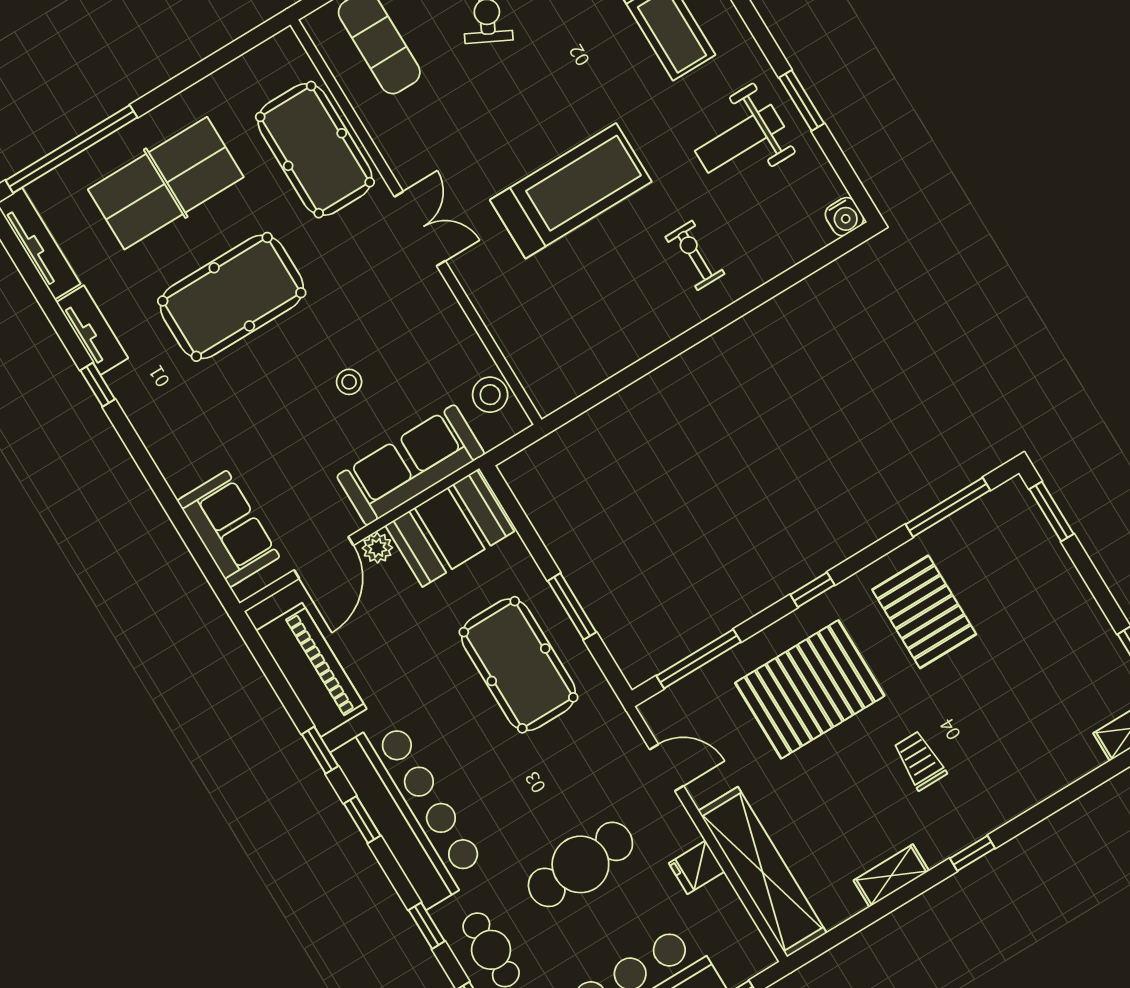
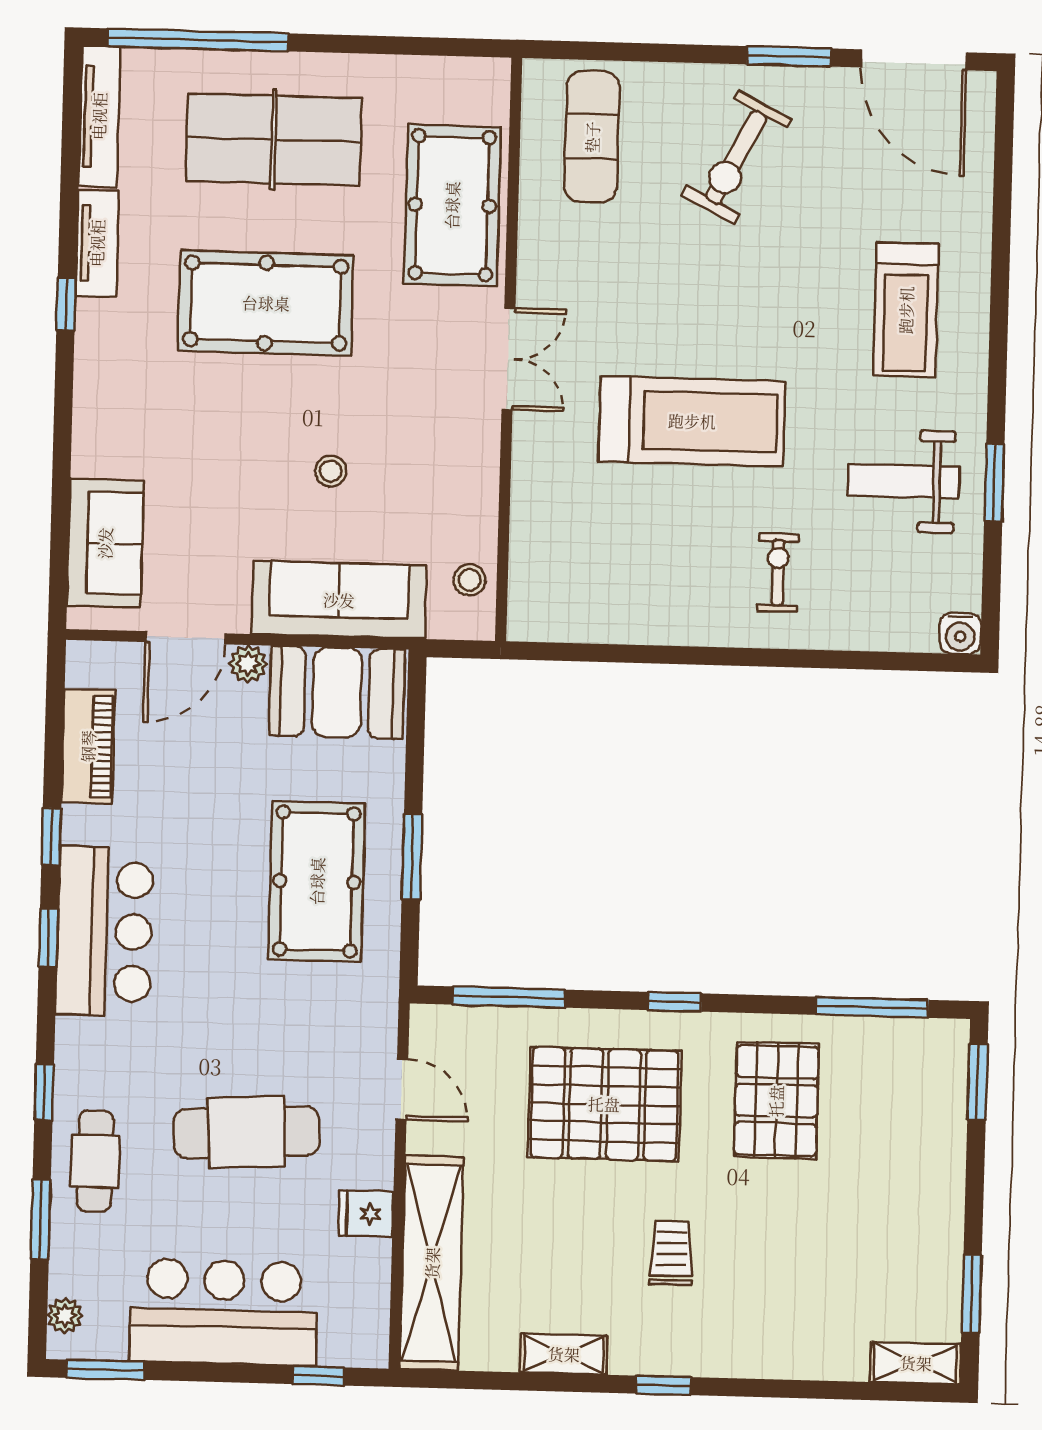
stool: (490, 395) -> (470, 580), width x0.73, depth x0.73
piano: (311, 670) -> (88, 746), width x0.73, depth x0.75
bar counter: (410, 812) -> (105, 931), width x0.73

